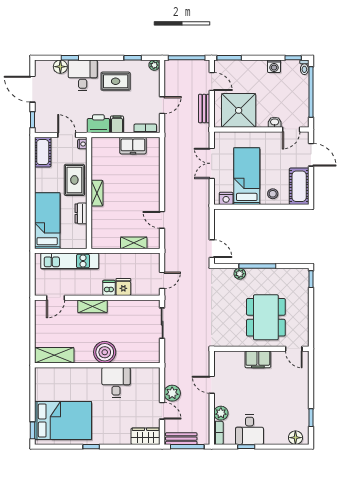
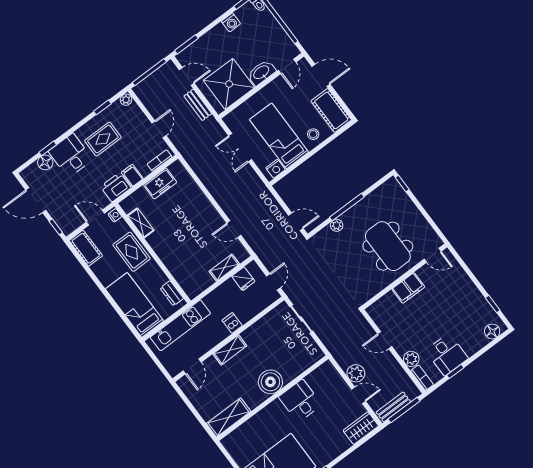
washbasin: (275, 122) -> (262, 73), width x1.91, depth x1.45
shelving: (97, 193) -> (141, 223), moved
dresser: (81, 213) -> (172, 293), moved
fridge: (123, 287) -> (243, 279), moved, turned 180

